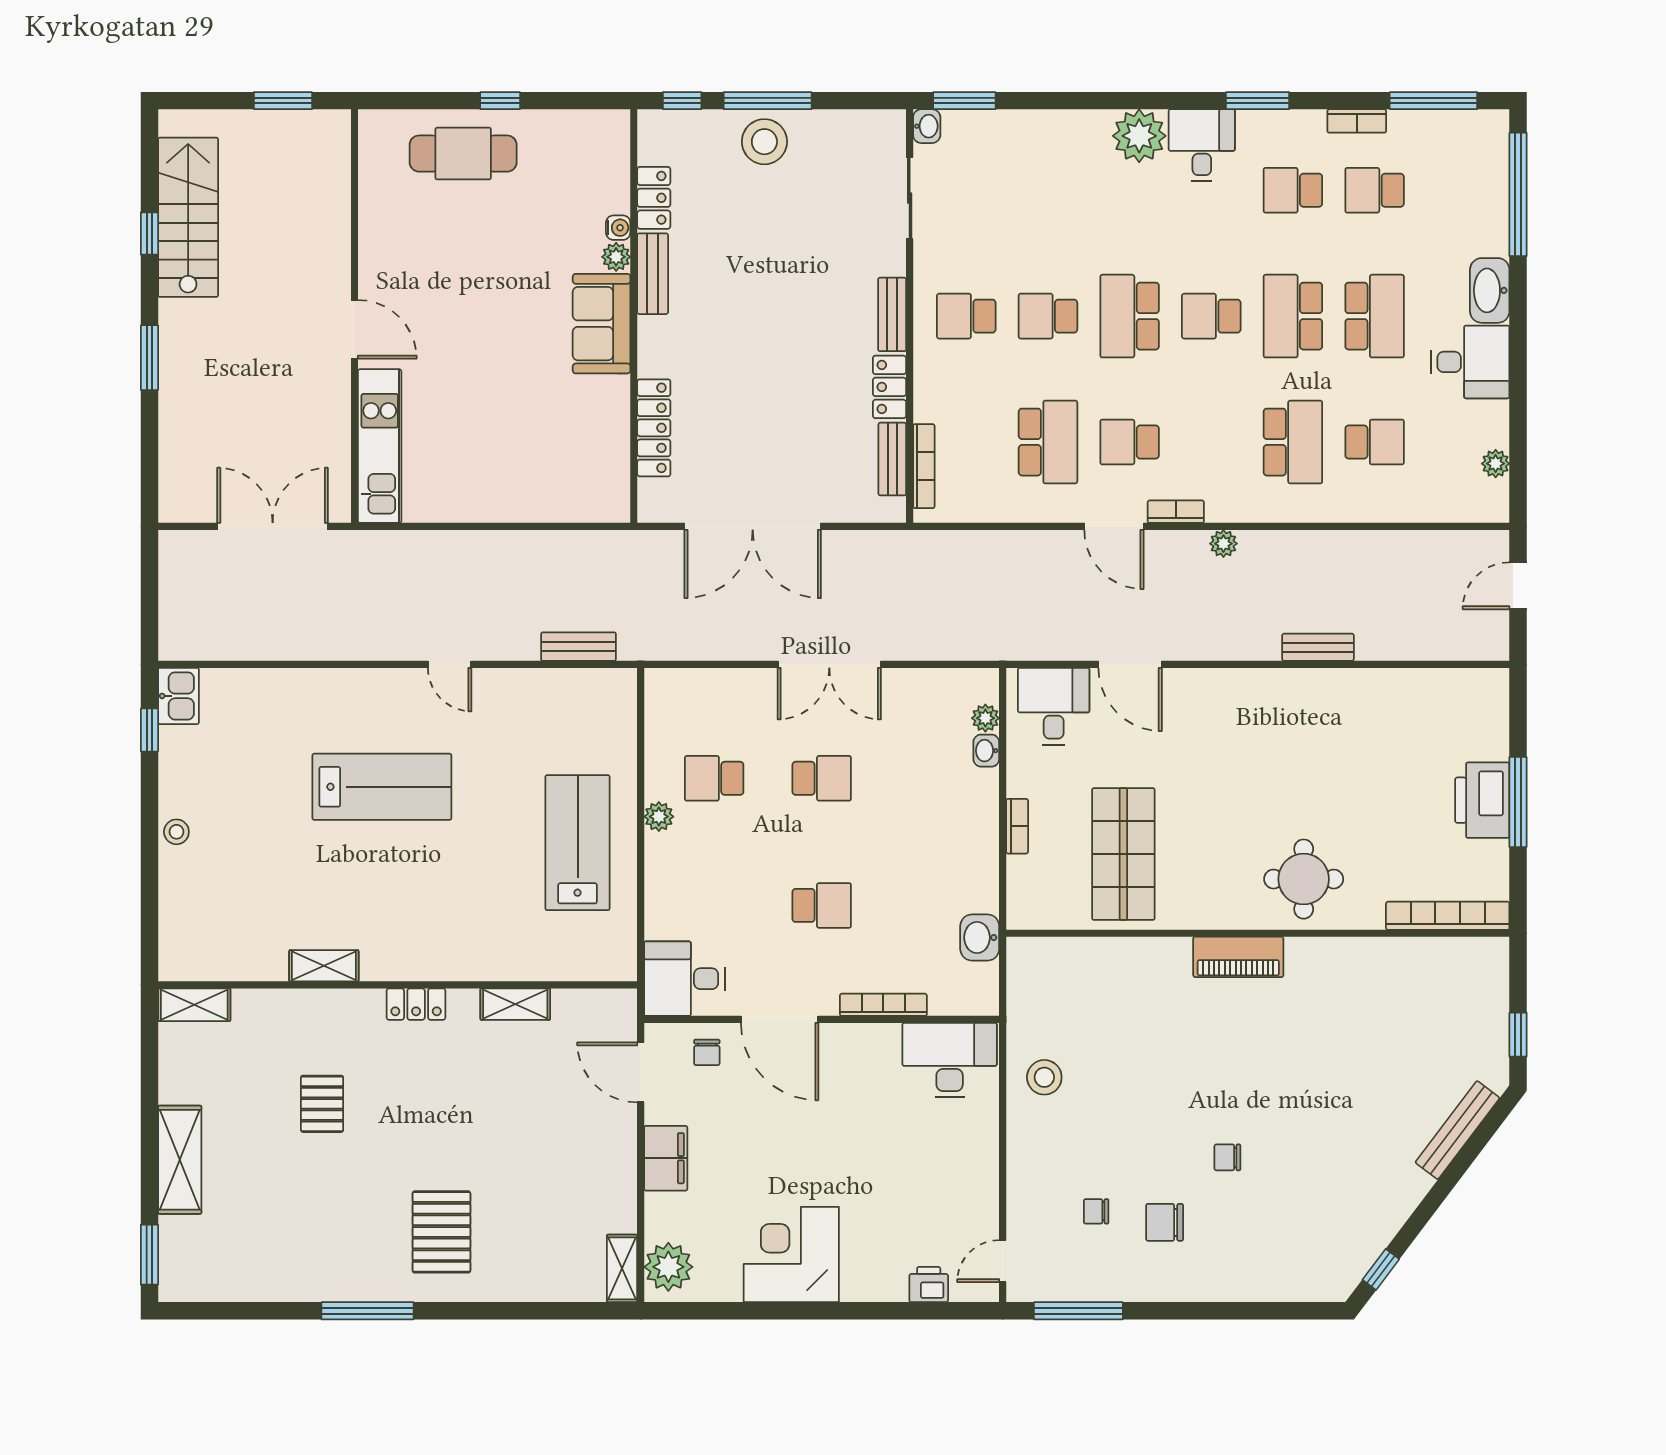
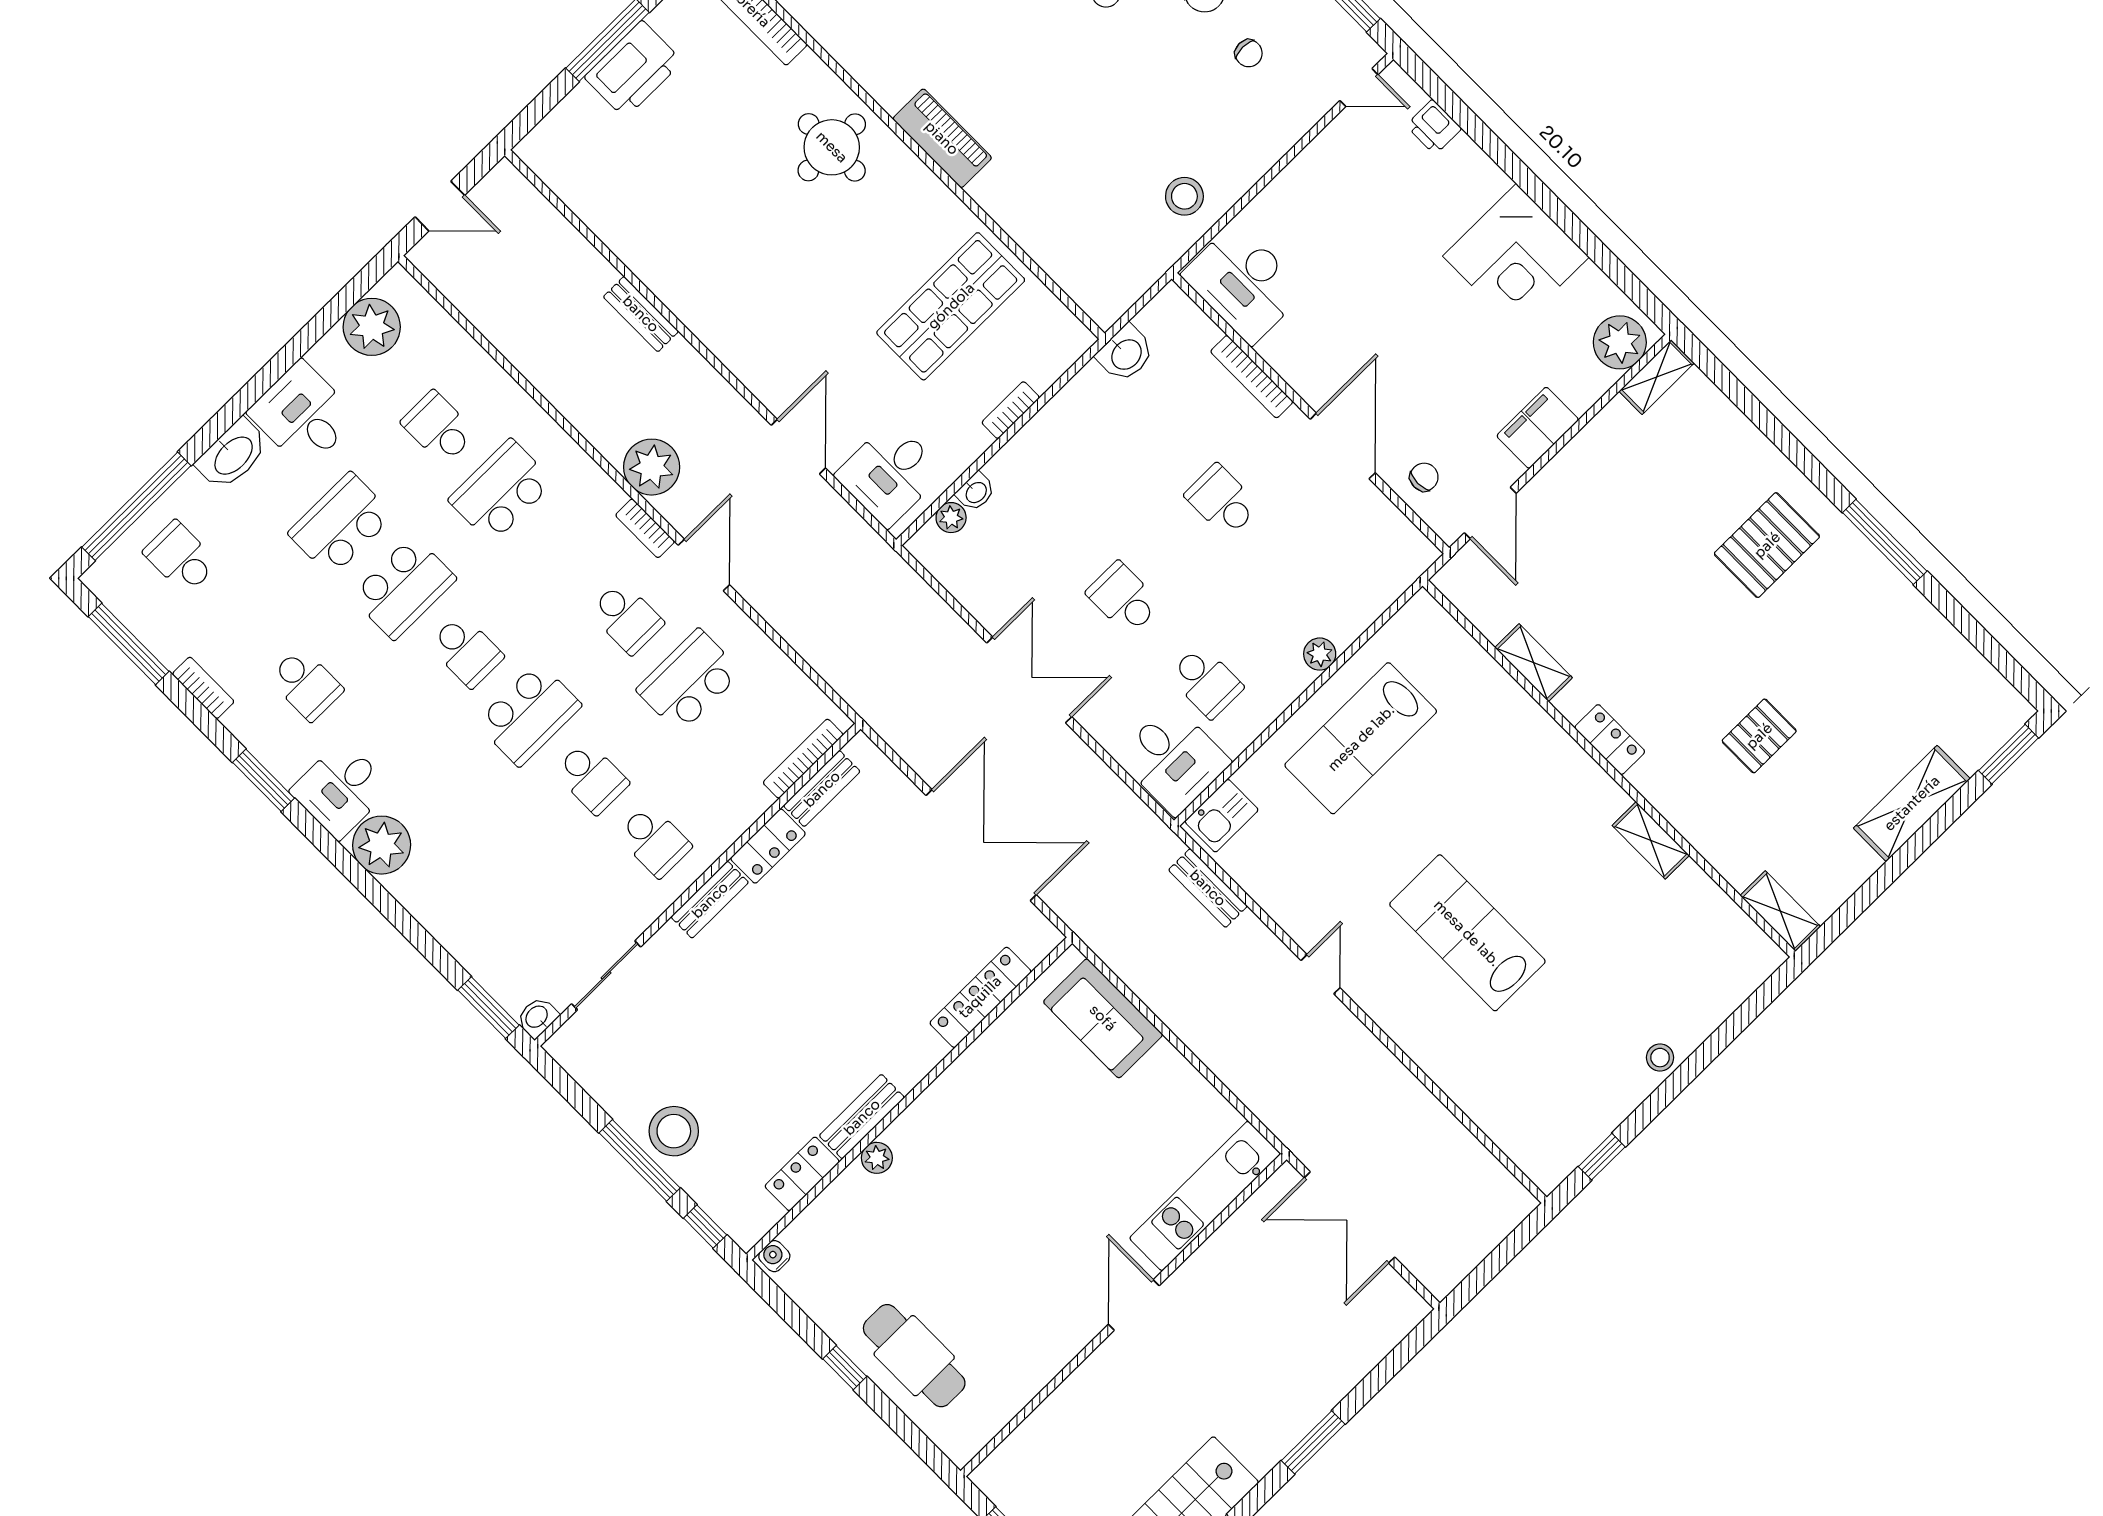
school desk: (1375, 190) -> (181, 558), moved, turned 180
water cooler: (618, 228) -> (774, 1256), moved
sofa: (602, 324) -> (1103, 1018), moved, turned 90
plant: (1496, 464) -> (372, 327), width x1.88, depth x1.88
plant: (1223, 544) -> (652, 467), width x1.88, depth x1.88
kitchen sink: (178, 696) -> (1222, 816), moved, turned 180
plant: (659, 817) -> (1320, 654), moved
desk: (684, 979) -> (1174, 759), moved

